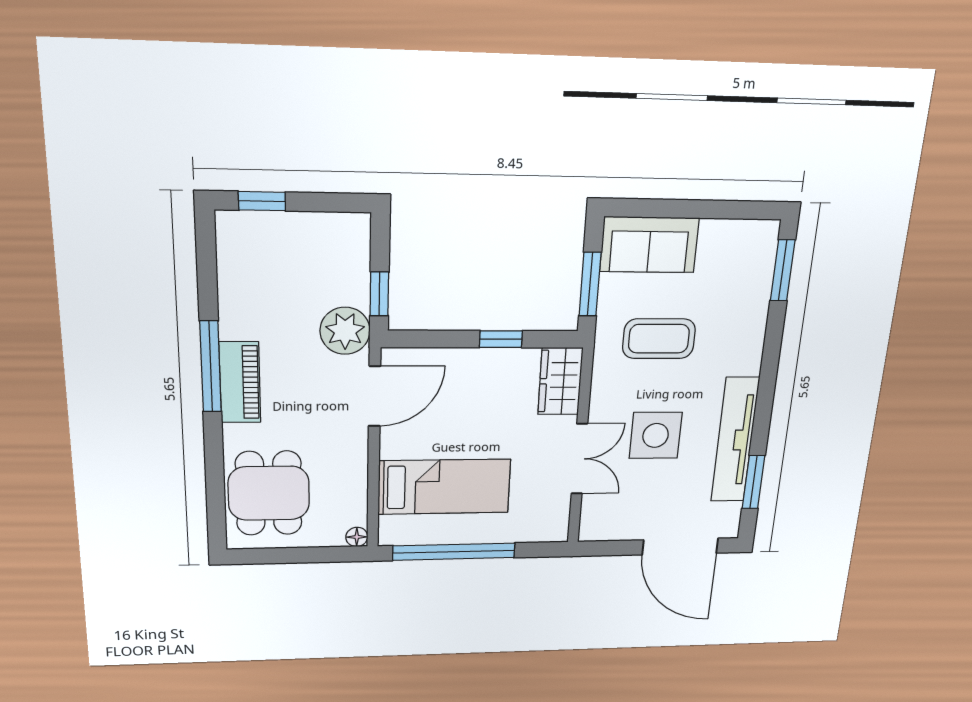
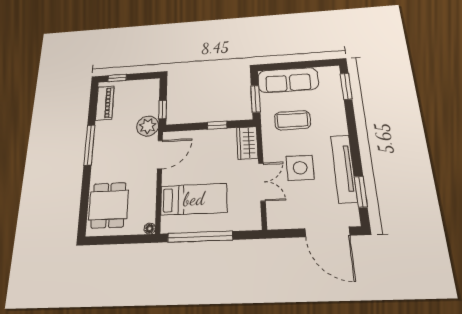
sofa: (649, 245) -> (288, 80), width x1.36
piano: (240, 382) -> (105, 103), moved

